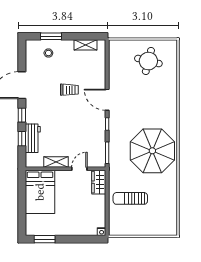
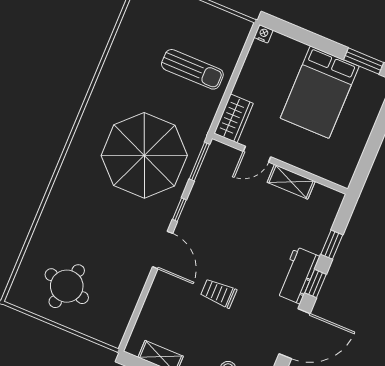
workbench: (33, 138) -> (298, 275), moved
parasol: (152, 151) -> (144, 155), moved
bed: (40, 192) -> (320, 92), moved, turned 180

